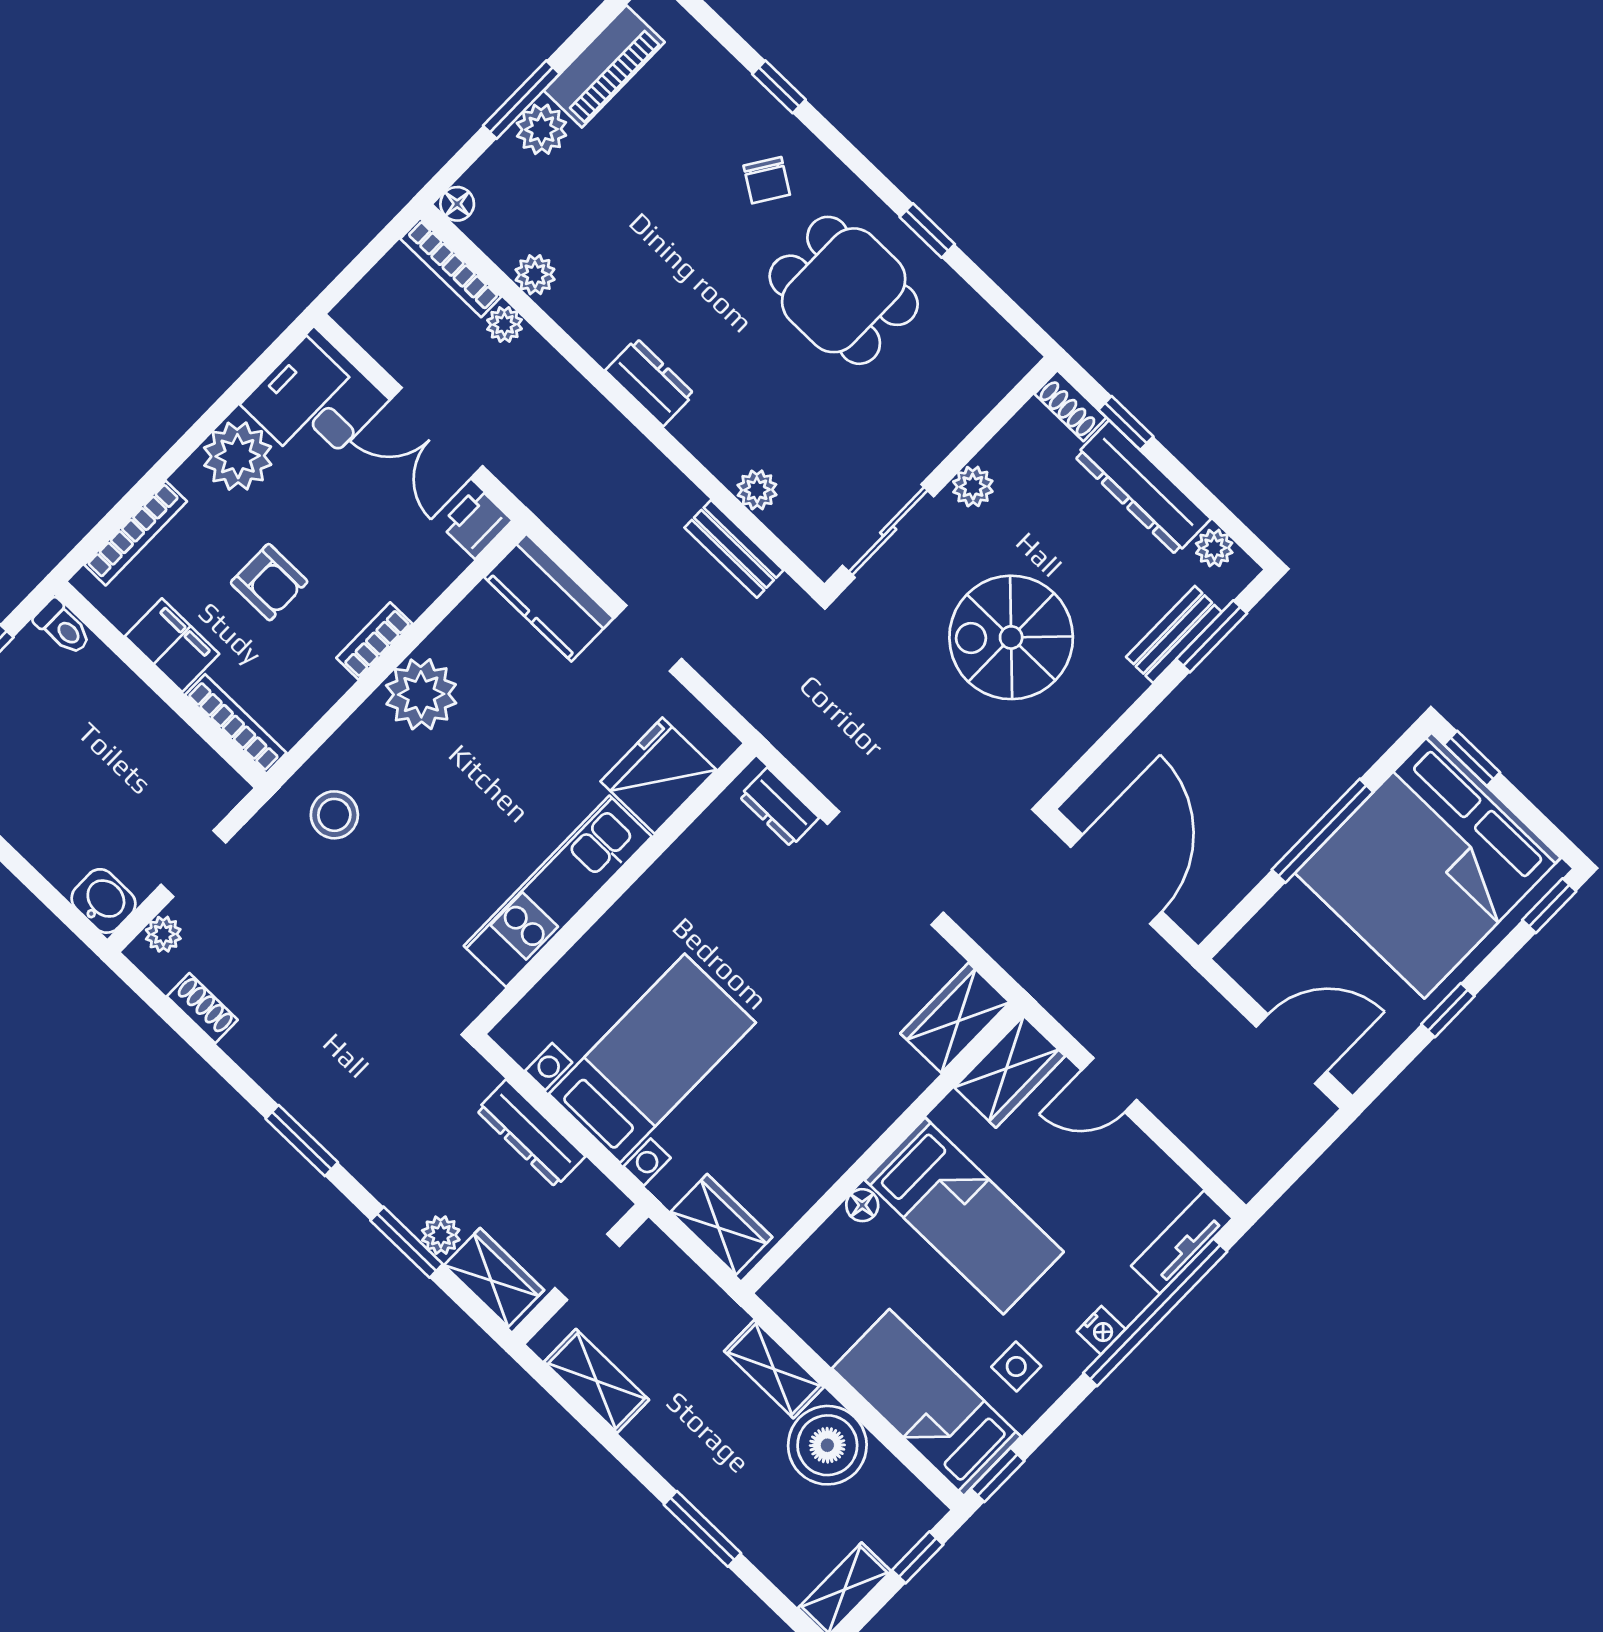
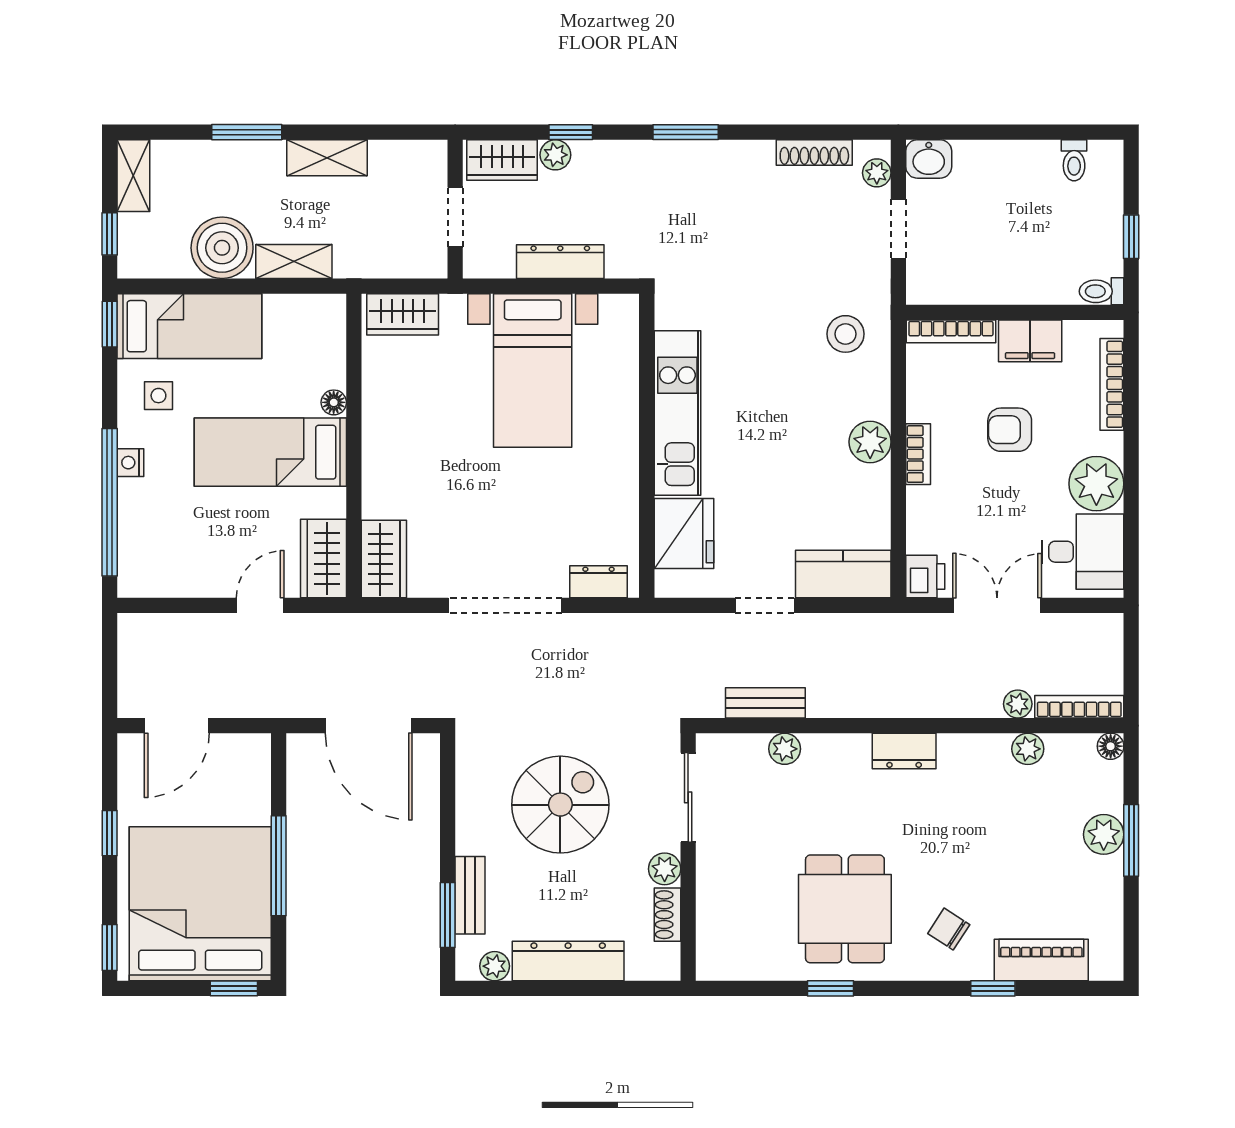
piano: (604, 66) -> (1041, 960), moved, turned 90
dining table: (844, 290) -> (845, 909), turned 90
shoe rack: (1070, 406) -> (668, 915), moved, turned -90
window: (1126, 423) -> (613, 988), removed
plant: (421, 694) -> (870, 442), width x0.73, depth x0.73
shoe rack: (202, 1008) -> (814, 153), width x1.43
window: (407, 1242) -> (571, 132), width x0.67
tv unit: (1182, 1242) -> (133, 557), removed
shelving: (597, 1381) -> (327, 158), moved

